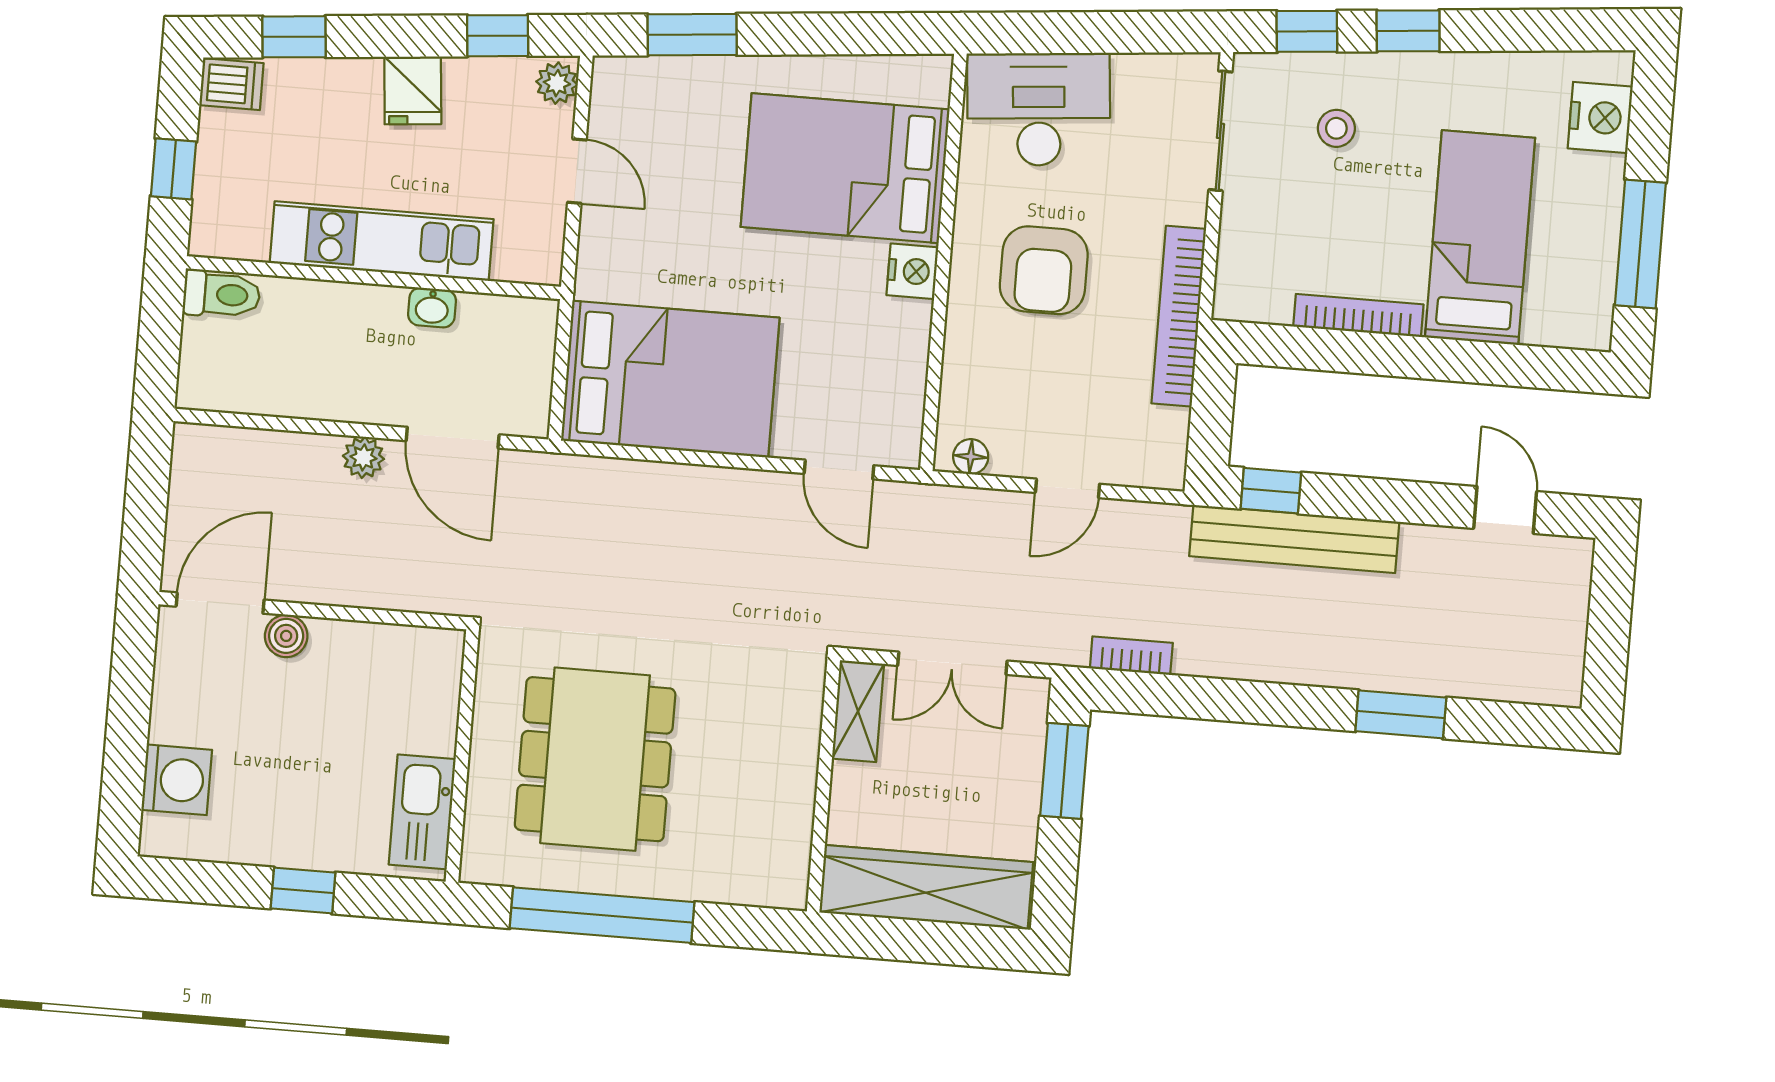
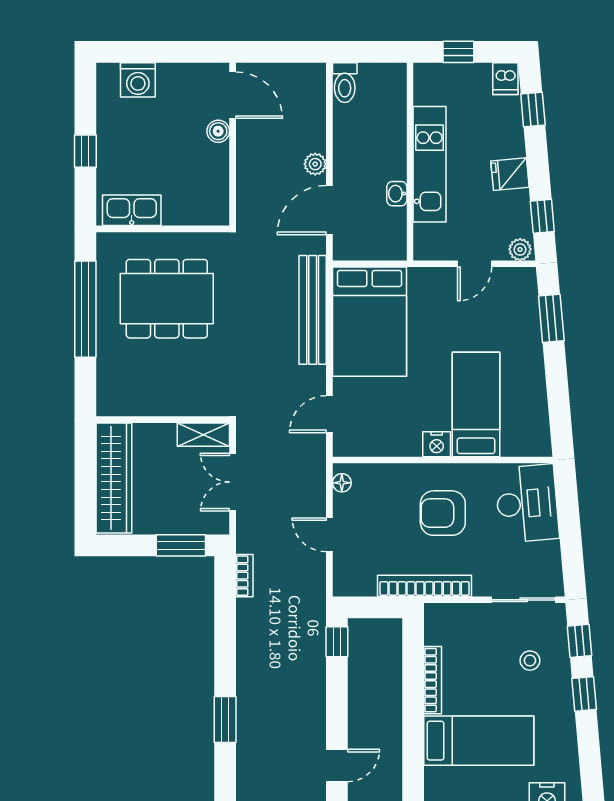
bed: (845, 168) -> (476, 404), width x0.67
toilet: (222, 294) -> (345, 83), moved
bench: (1294, 539) -> (313, 310), moved

